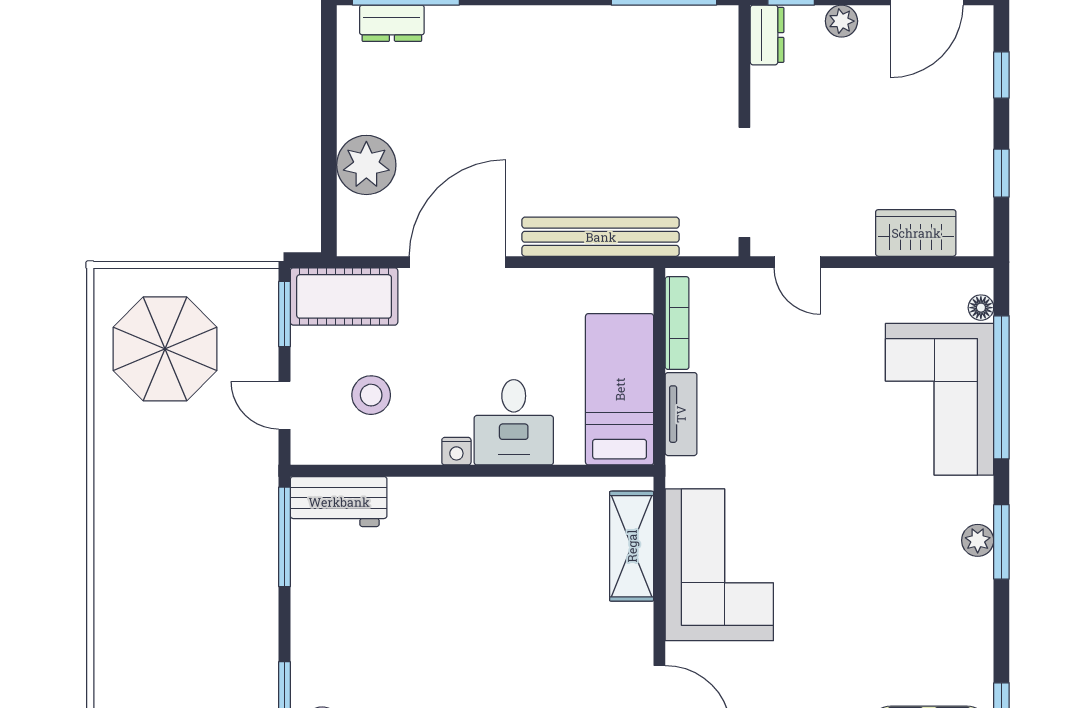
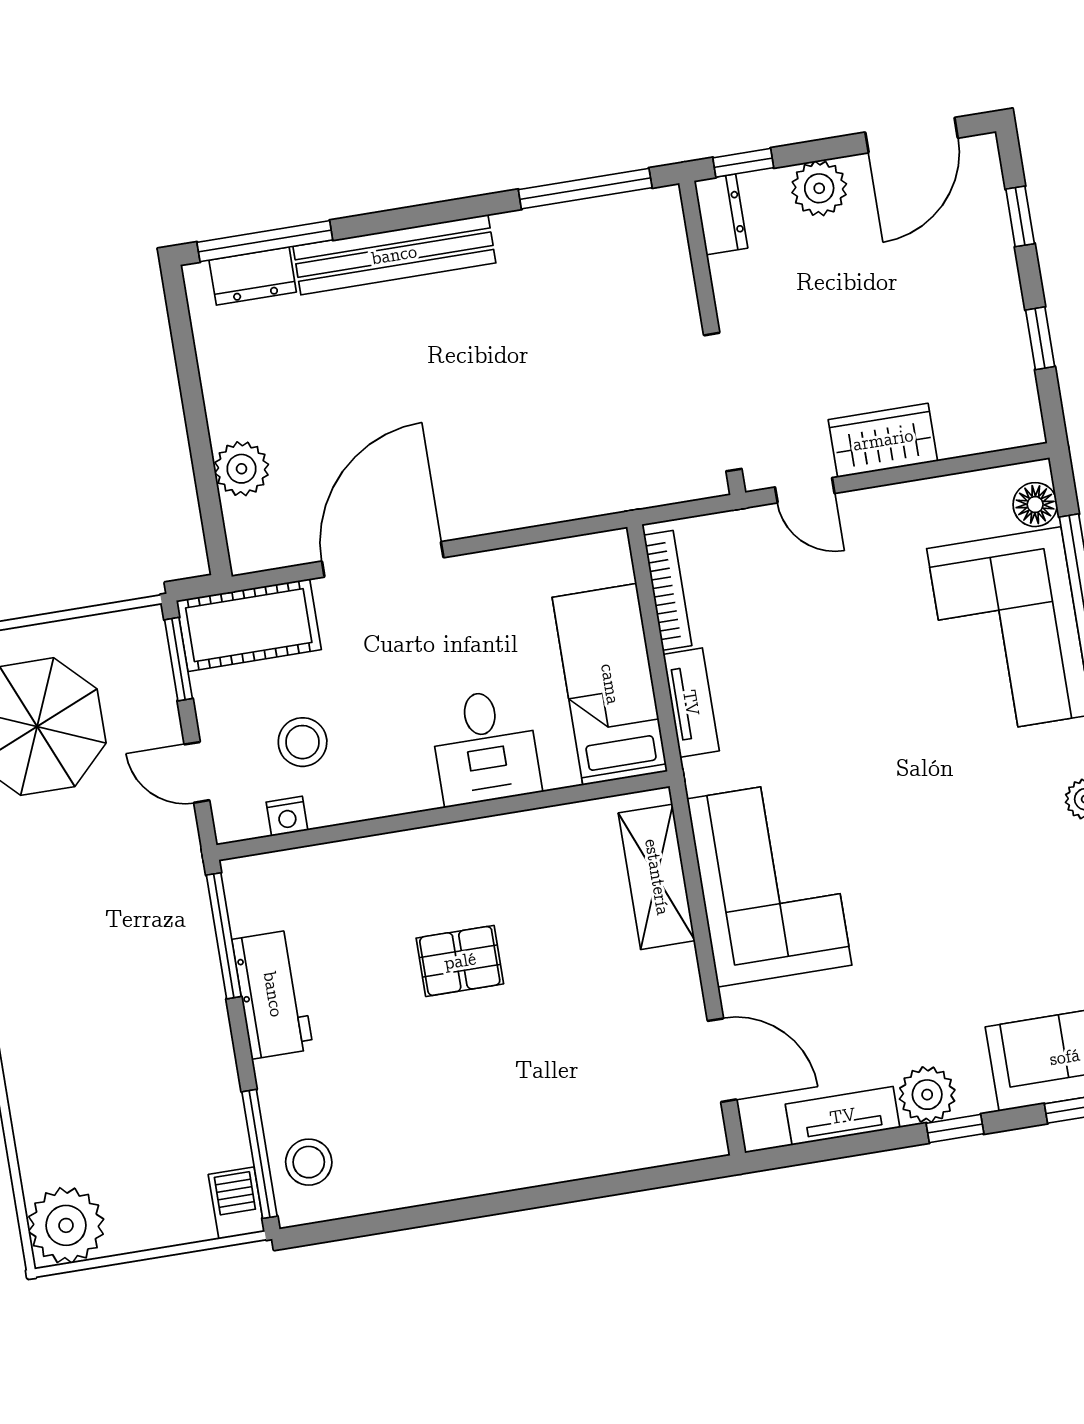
plant: (841, 21) -> (819, 188), width x1.38, depth x1.38
plant: (366, 165) -> (242, 469), width x0.73, depth x0.73
wardrobe: (916, 233) -> (883, 440), moved
bench: (601, 237) -> (394, 255), moved
floor lamp: (981, 308) -> (1035, 505), width x1.37, depth x1.37
nightstand: (456, 451) -> (287, 816), moved
workbench: (339, 502) -> (273, 994), moved, turned -90
pallet: (466, 587) -> (460, 961), added

